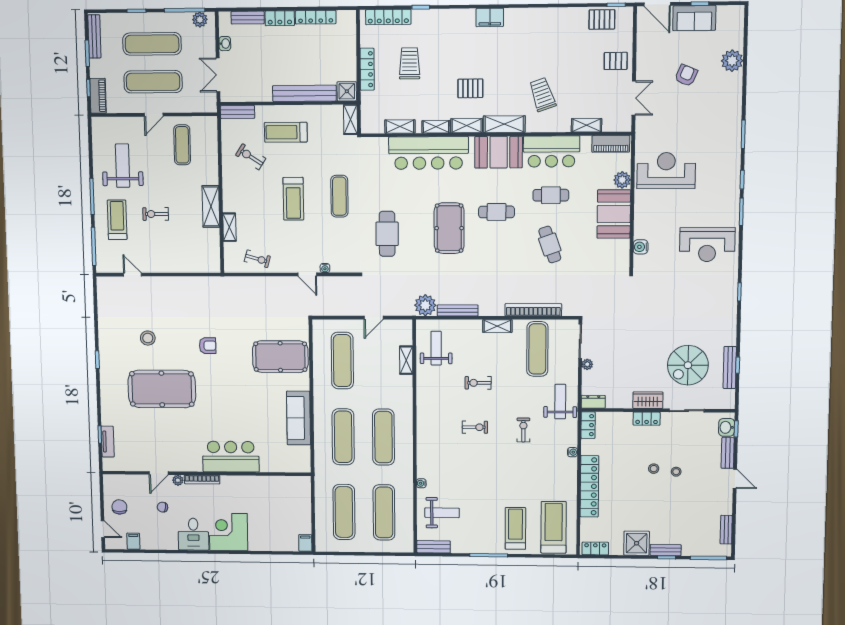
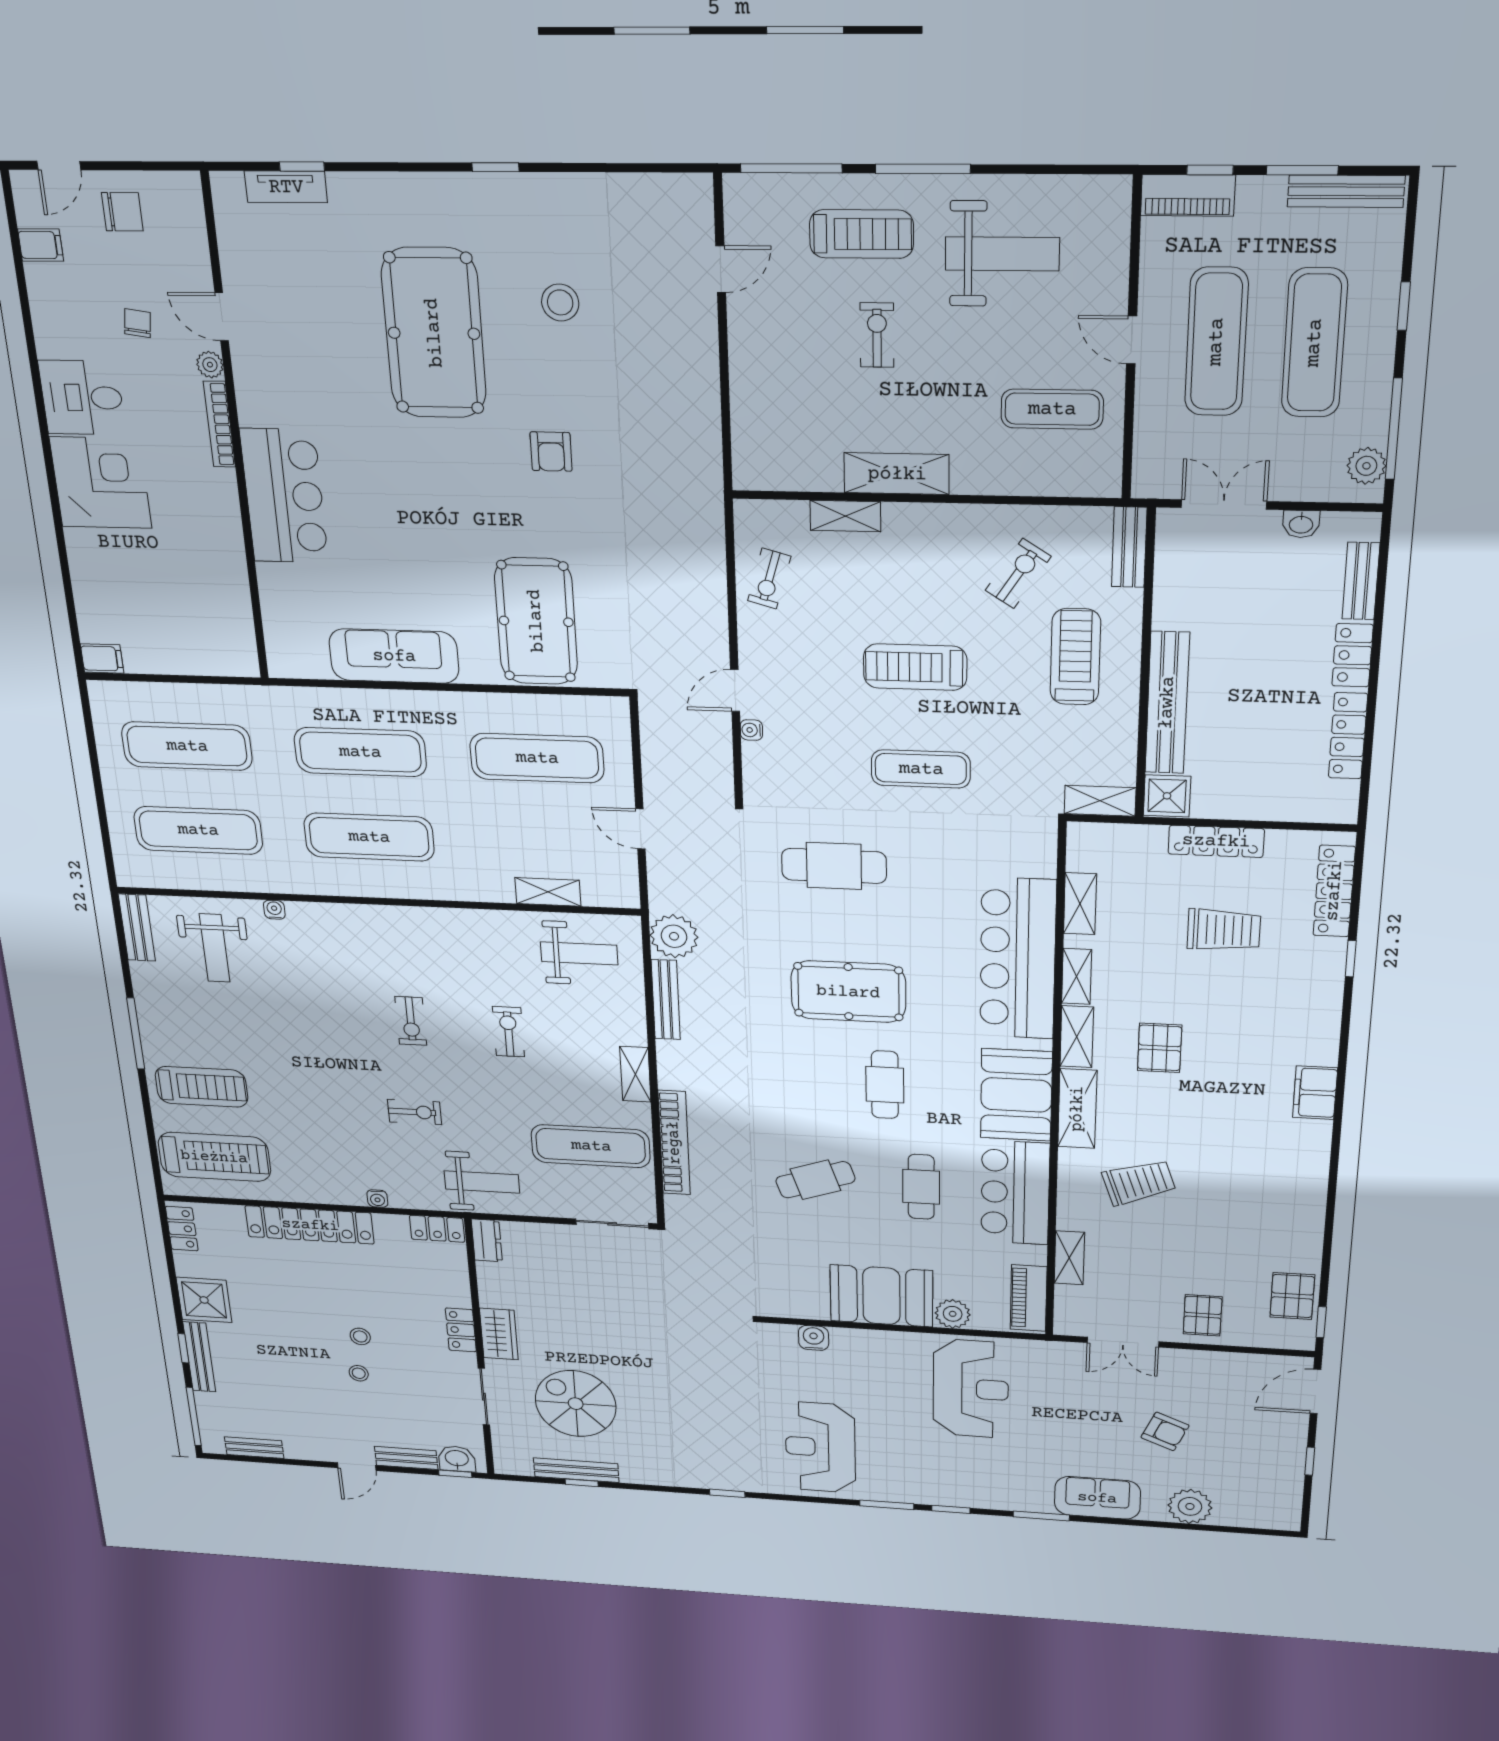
sofa: (694, 18) -> (1097, 1498), moved, turned 90
plant: (587, 364) -> (564, 1234), removed
bench: (666, 550) -> (199, 1357), width x1.36

